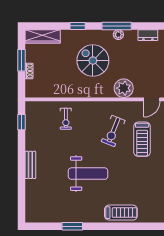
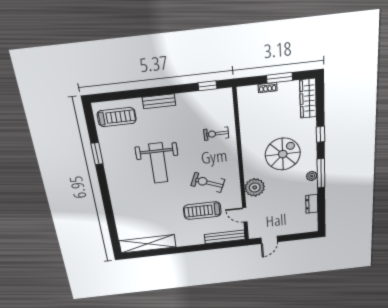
treadmill: (121, 213) -> (117, 117), moved, turned -90

